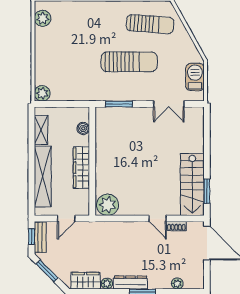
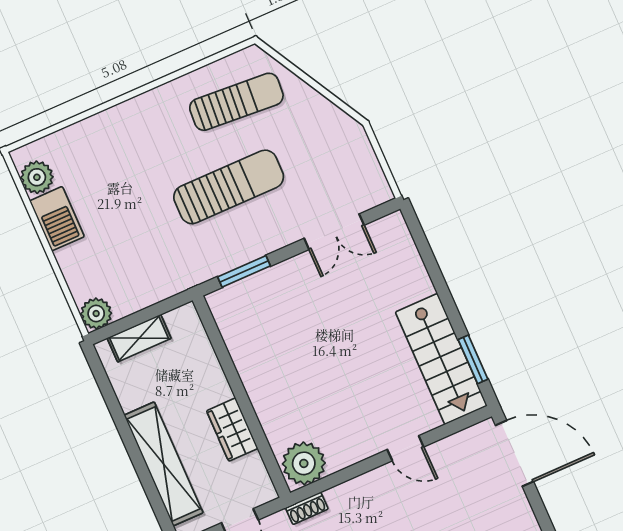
barbecue: (195, 77) -> (57, 219), moved, turned 180
boiler: (83, 128) -> (199, 344), removed
shelving: (41, 130) -> (139, 338), moved, turned 90
wardrobe: (81, 168) -> (232, 430), width x0.67
shoe rack: (176, 226) -> (307, 508), moved

